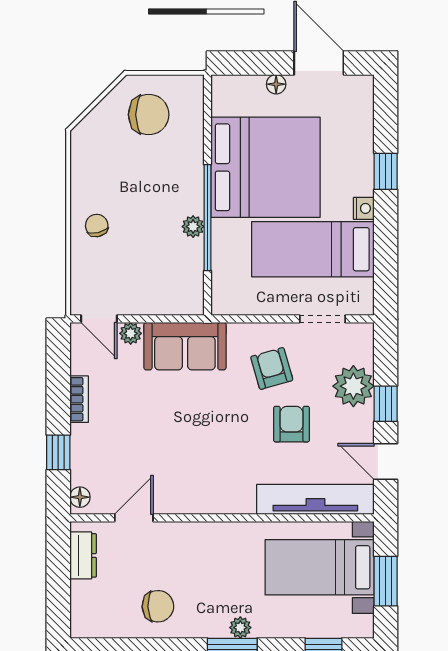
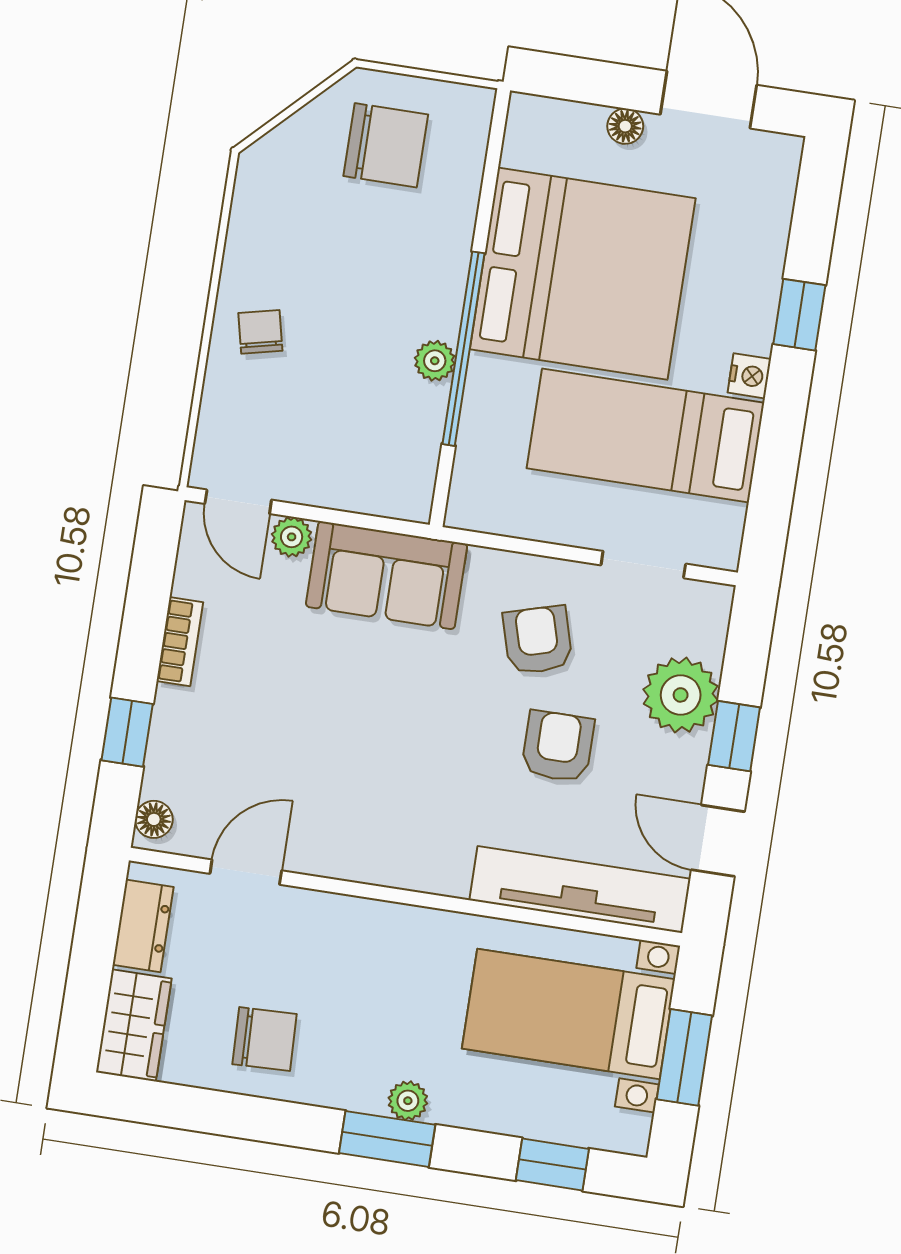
wardrobe: (86, 610) -> (134, 1025), added

